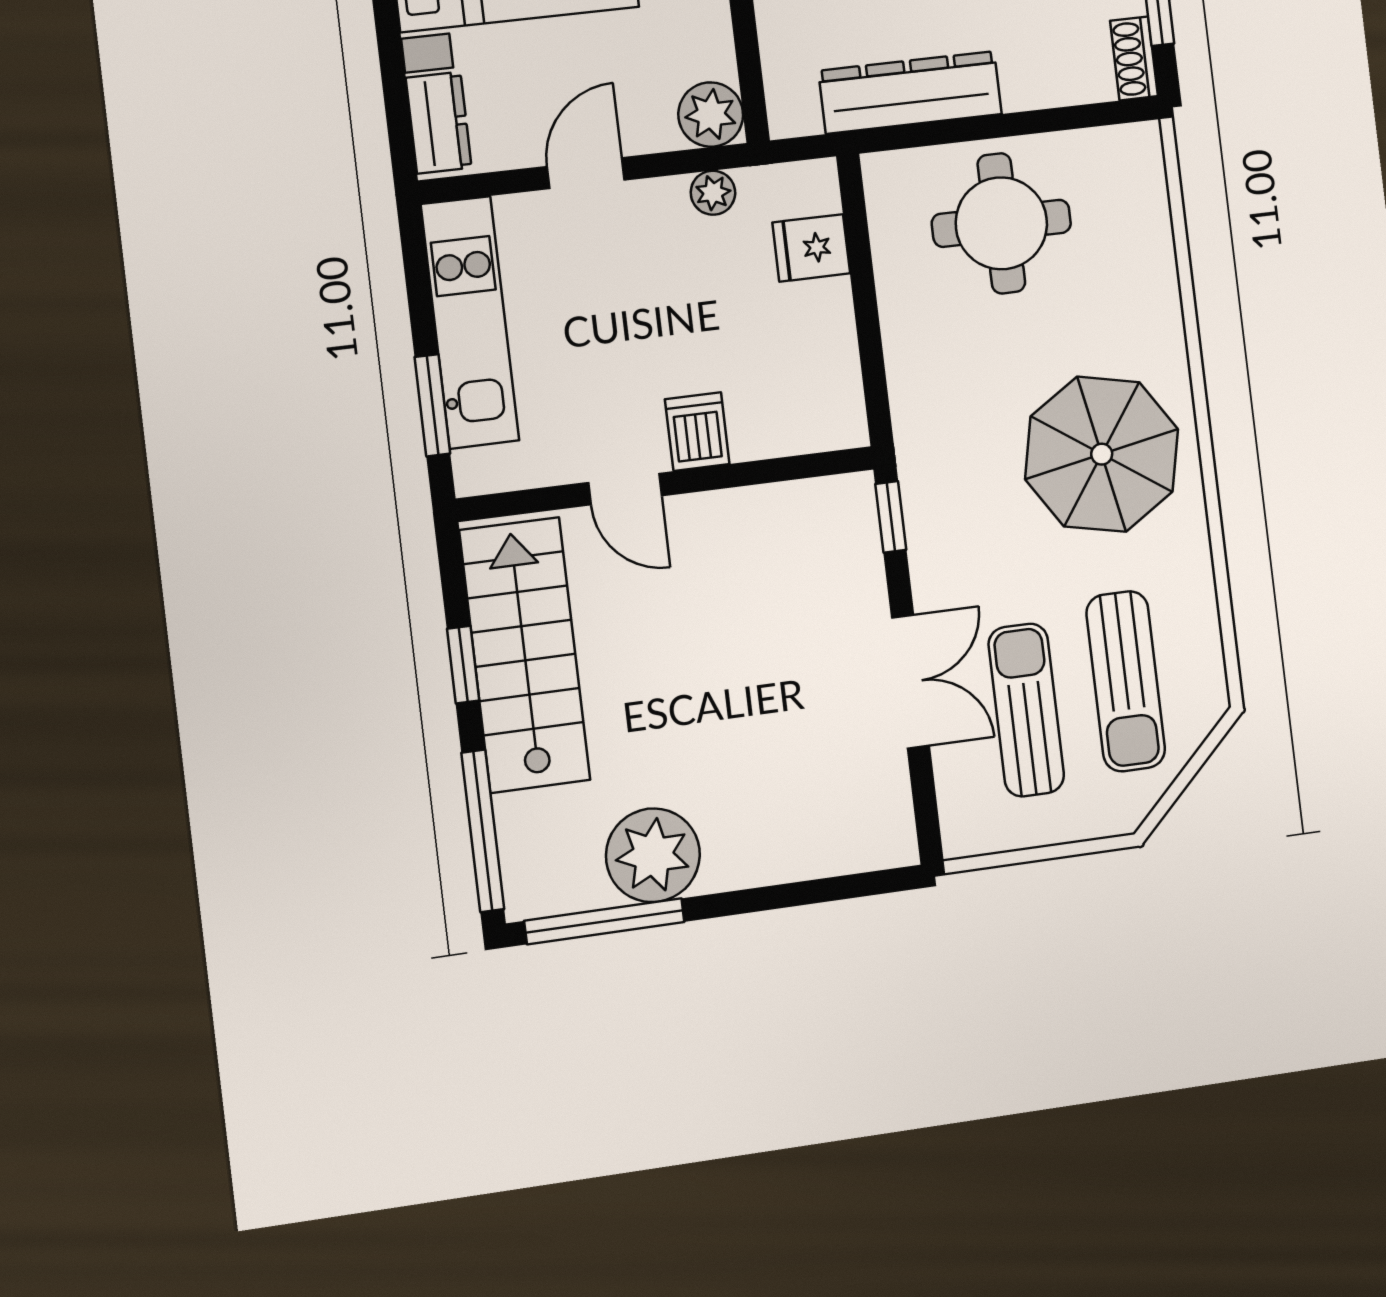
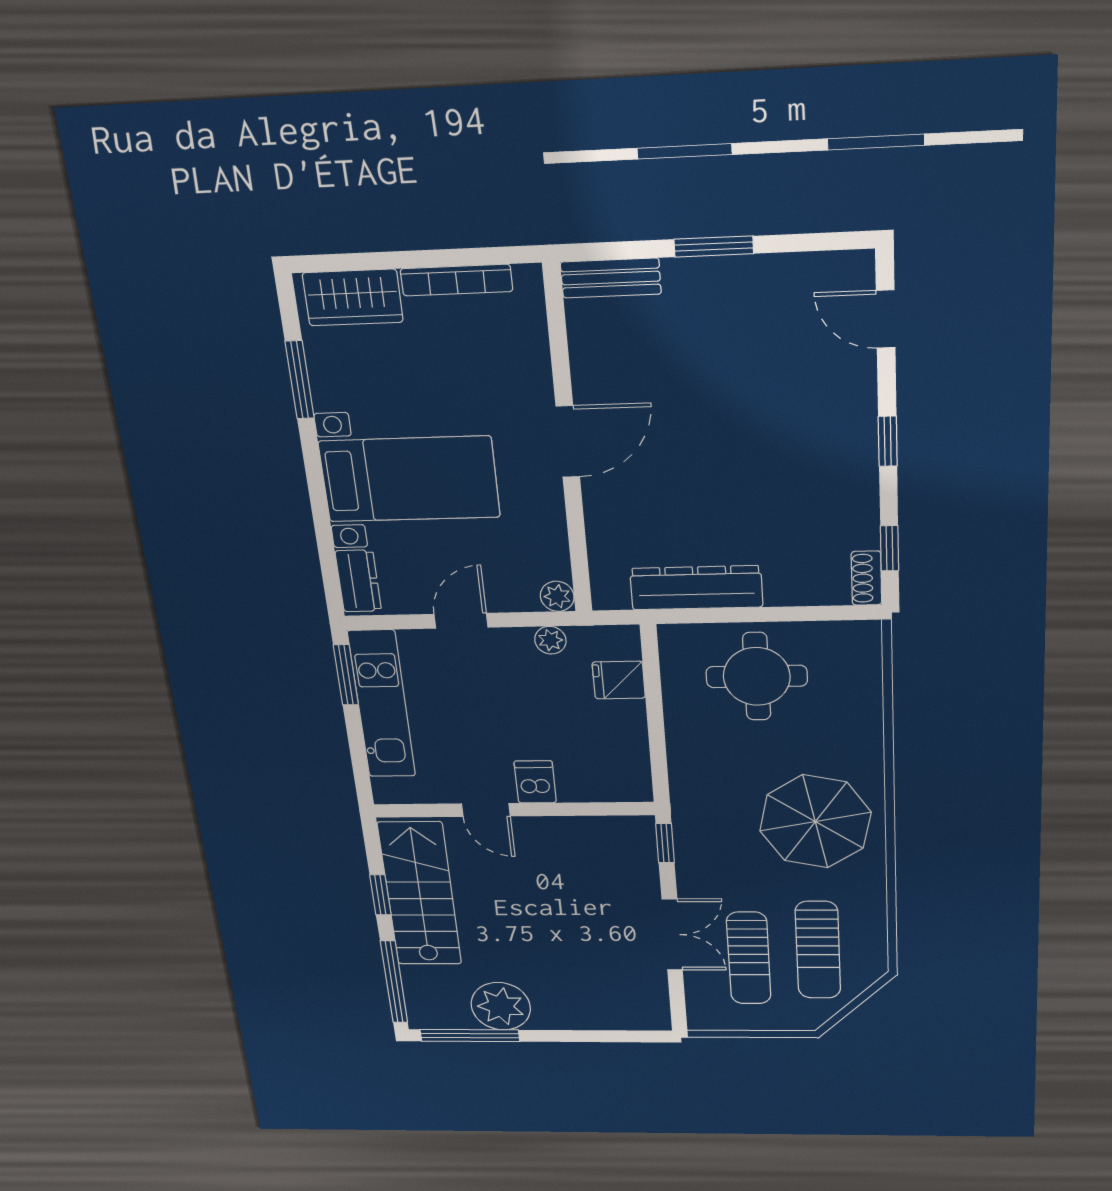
plant: (711, 115) -> (557, 596), width x0.73, depth x0.73
window: (432, 405) -> (346, 675), moved
sun lounger: (1026, 710) -> (749, 958), turned 180

